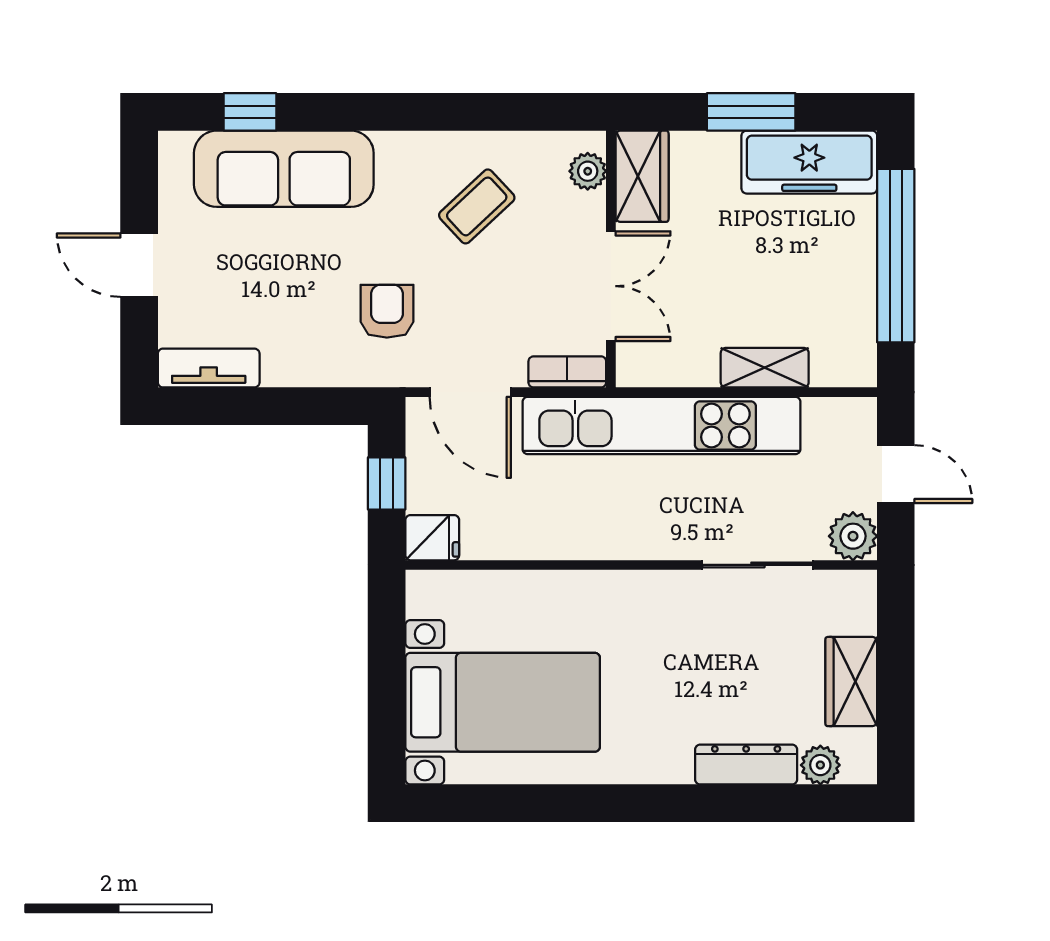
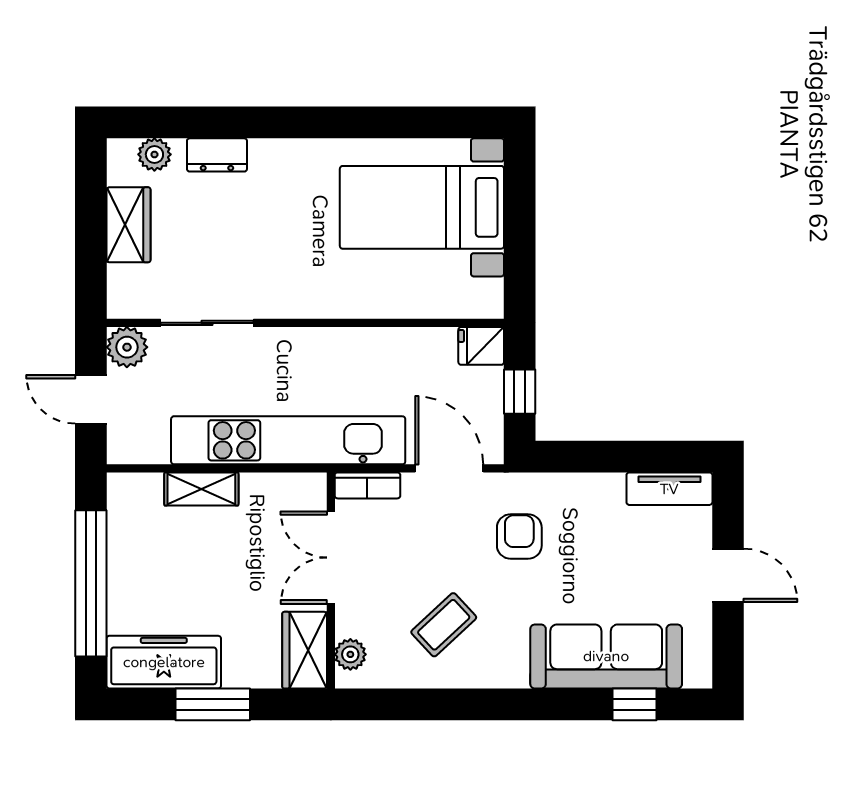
armchair: (387, 311) -> (519, 537), turned 180
dresser: (746, 765) -> (217, 155), width x0.70

